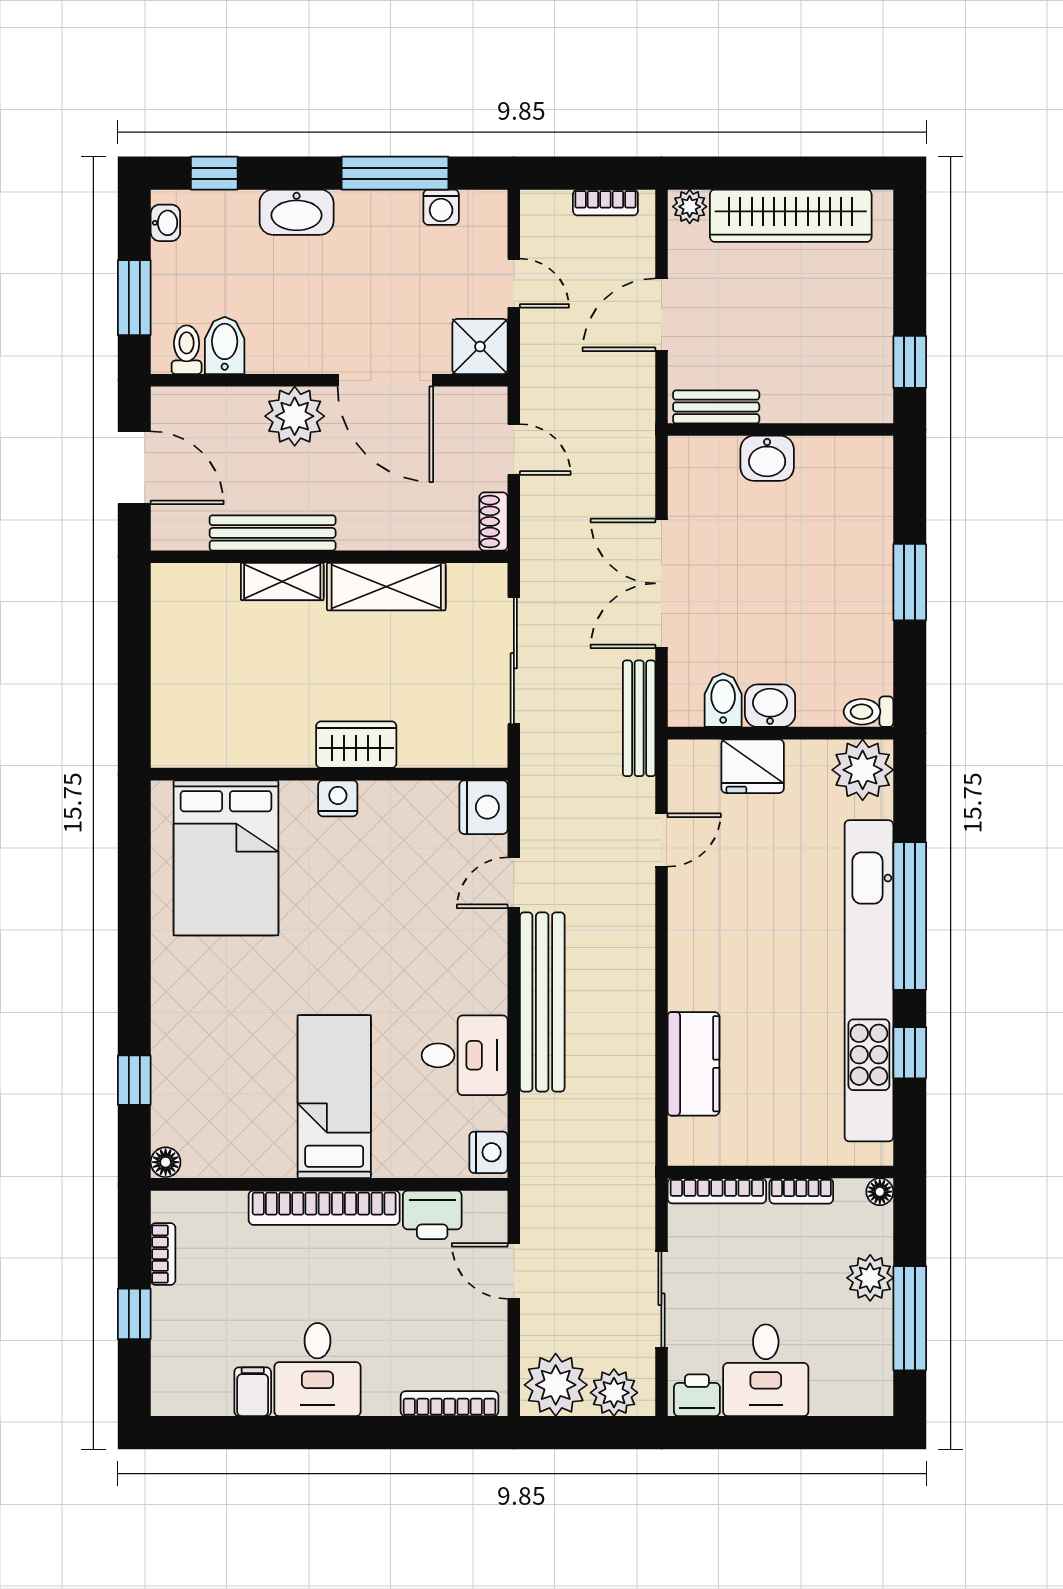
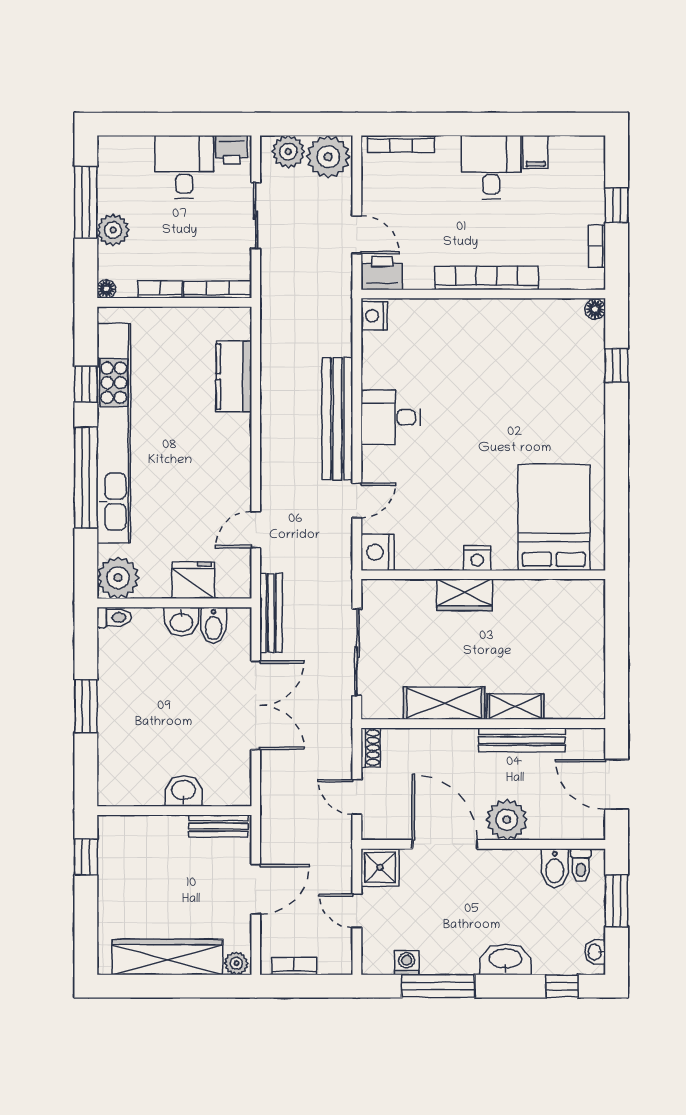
desk: (465, 1055) -> (390, 417), moved
bed: (334, 1097) -> (480, 354), removed
printer: (432, 1215) -> (382, 273), moved

